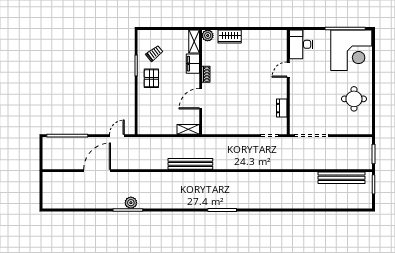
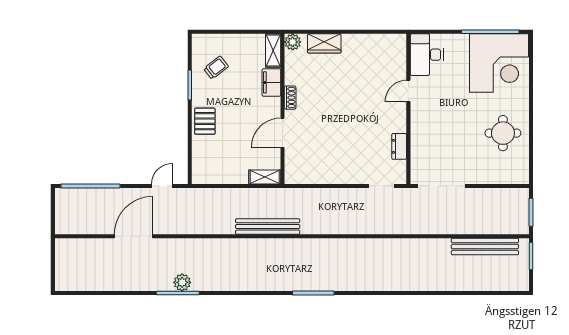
pallet: (151, 78) -> (205, 121), moved

